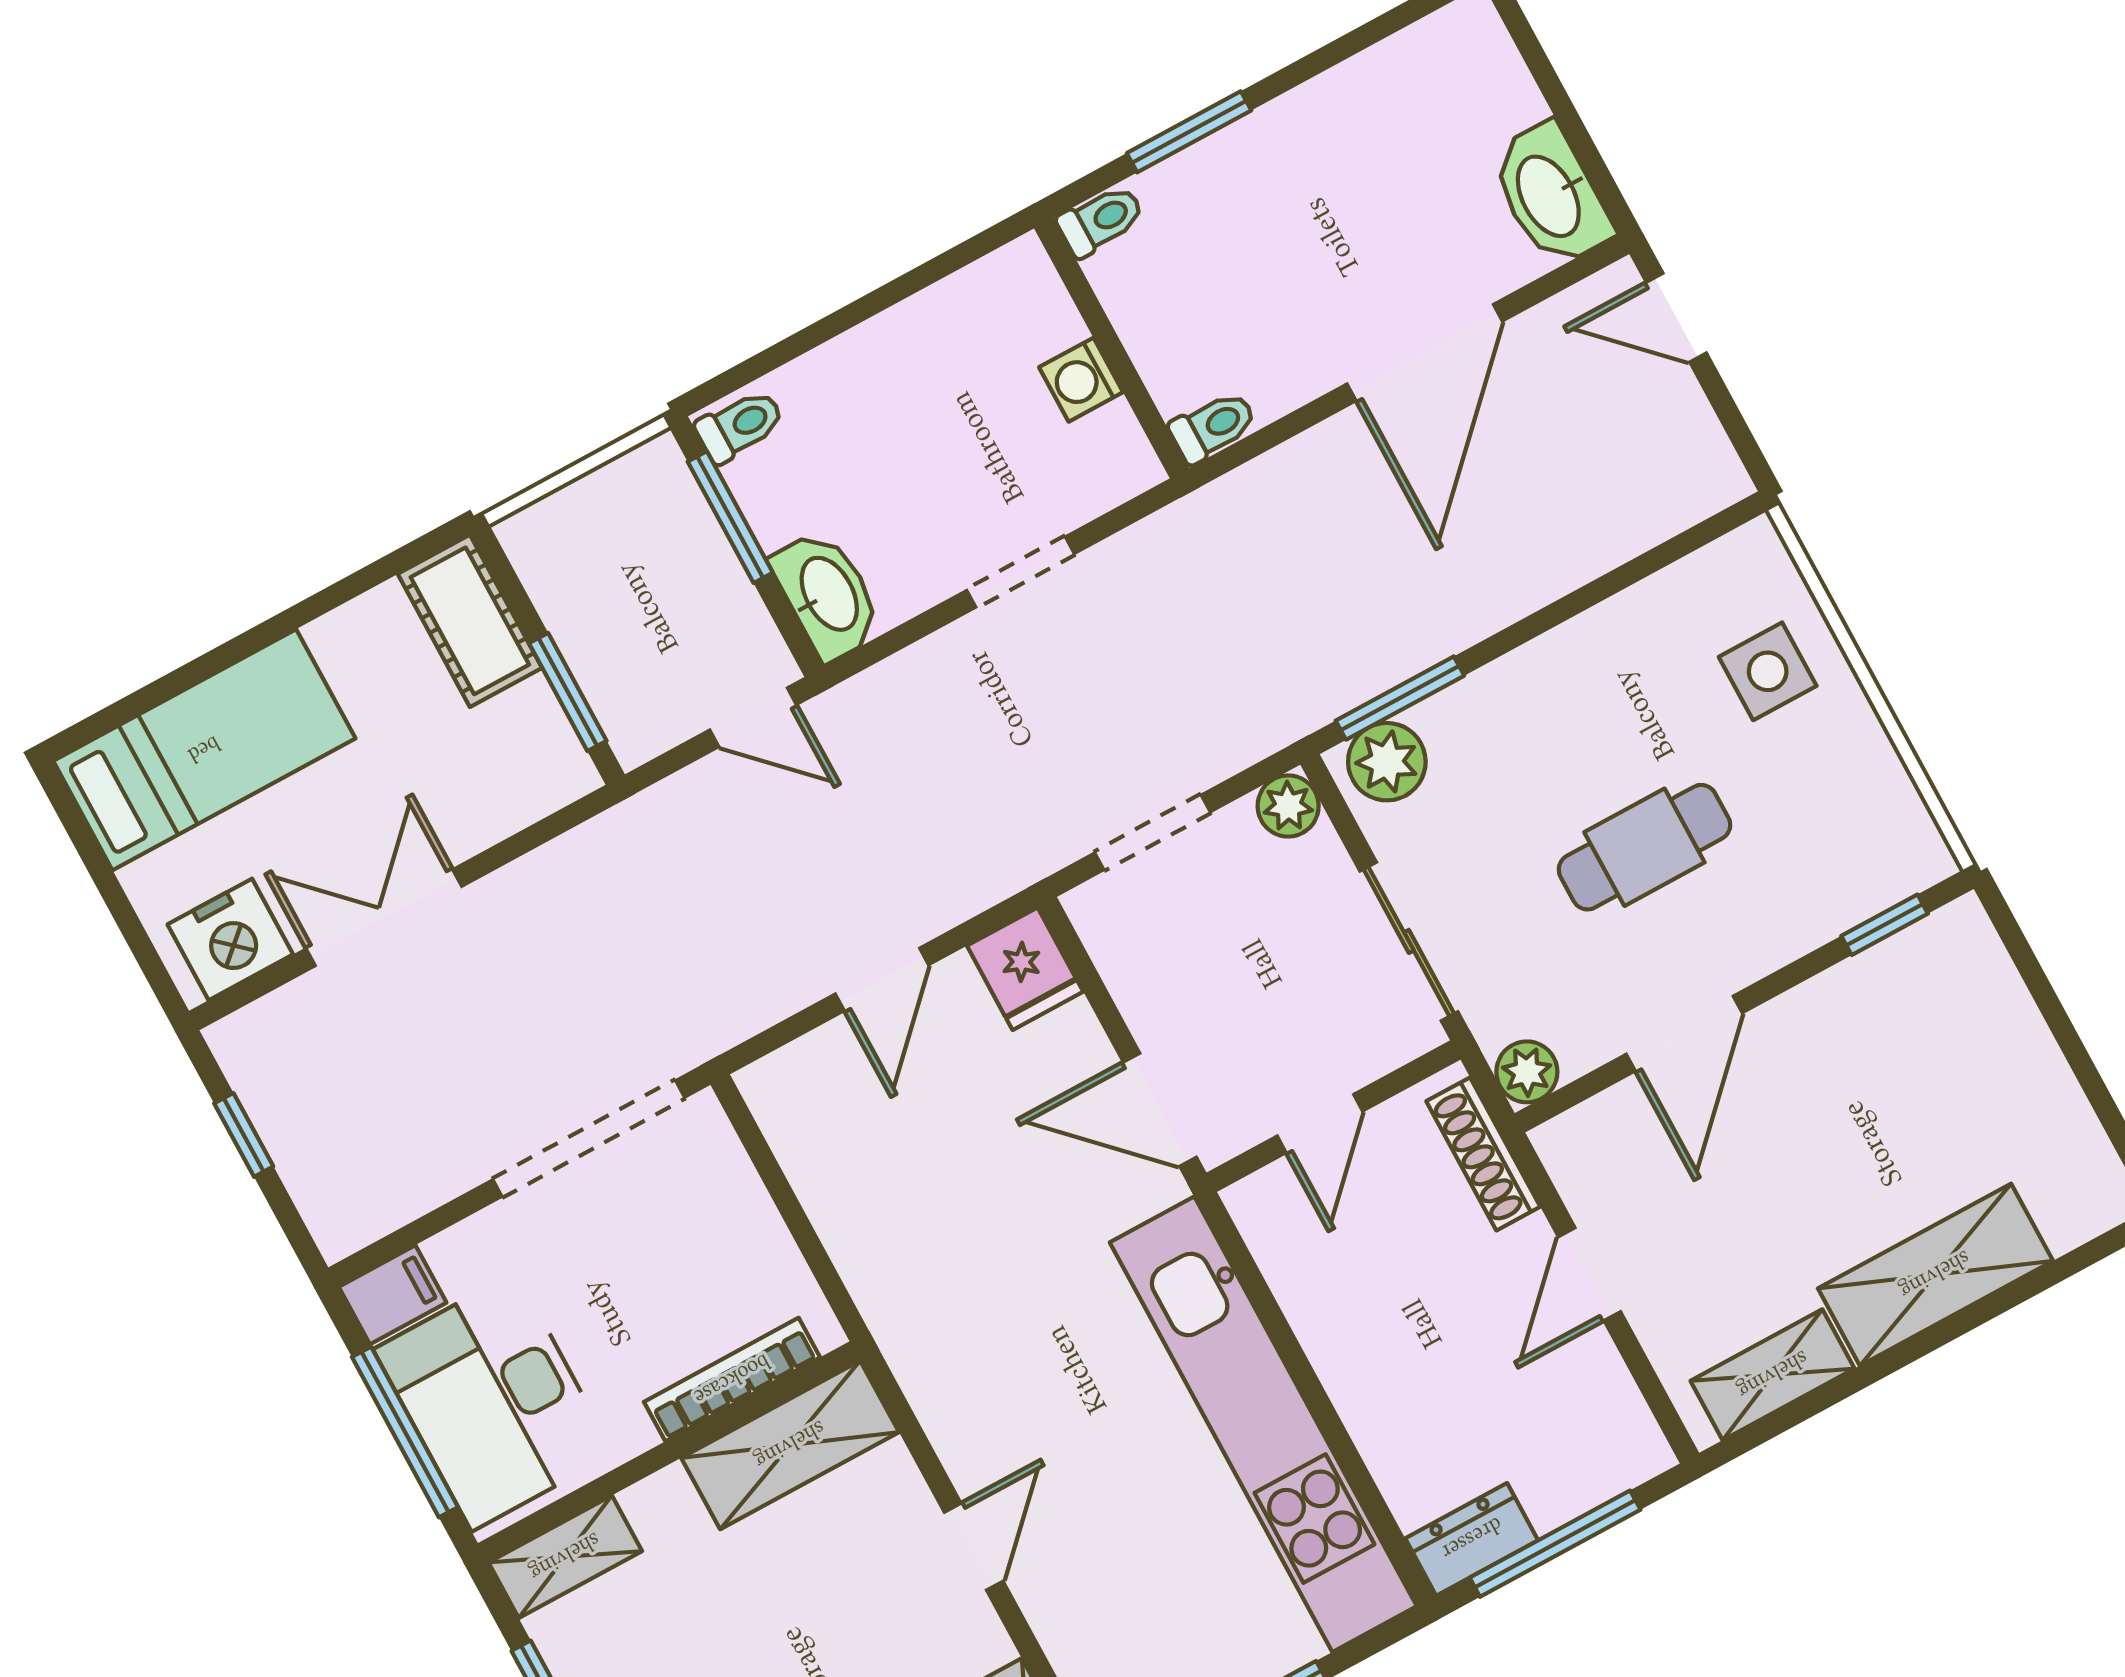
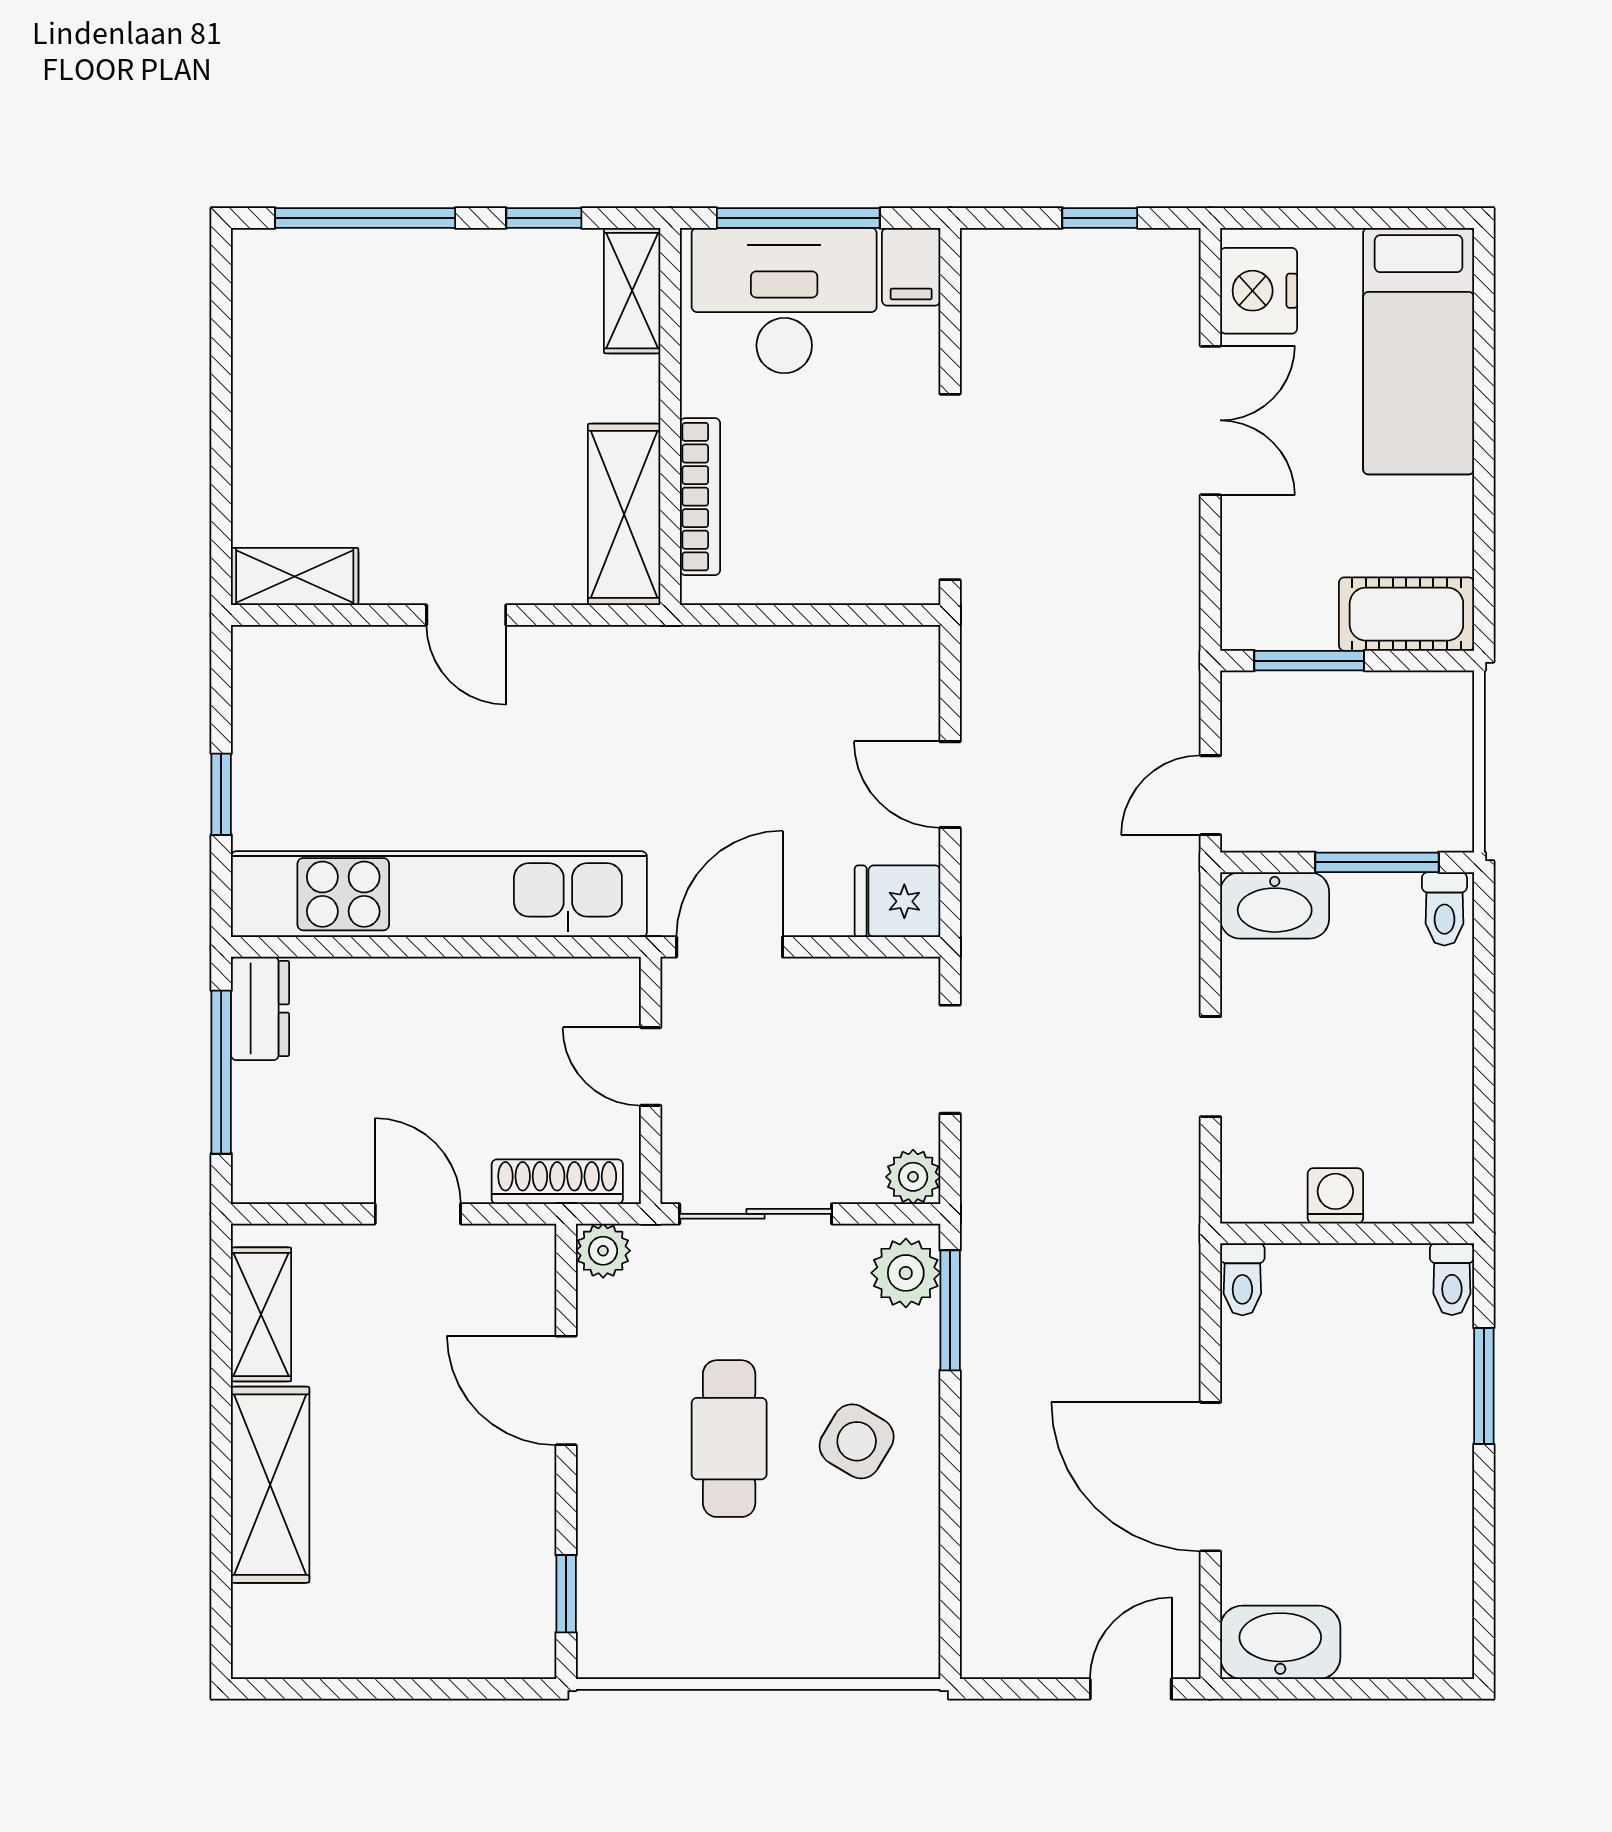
side table: (1768, 671) -> (857, 1441), moved, turned 31

